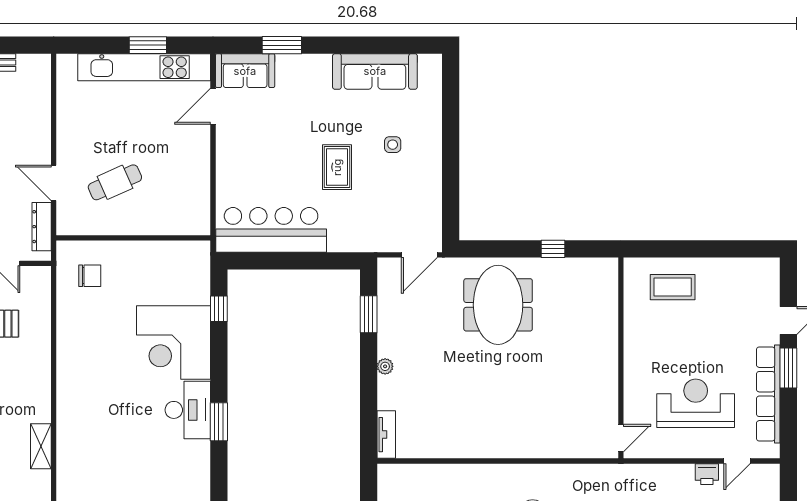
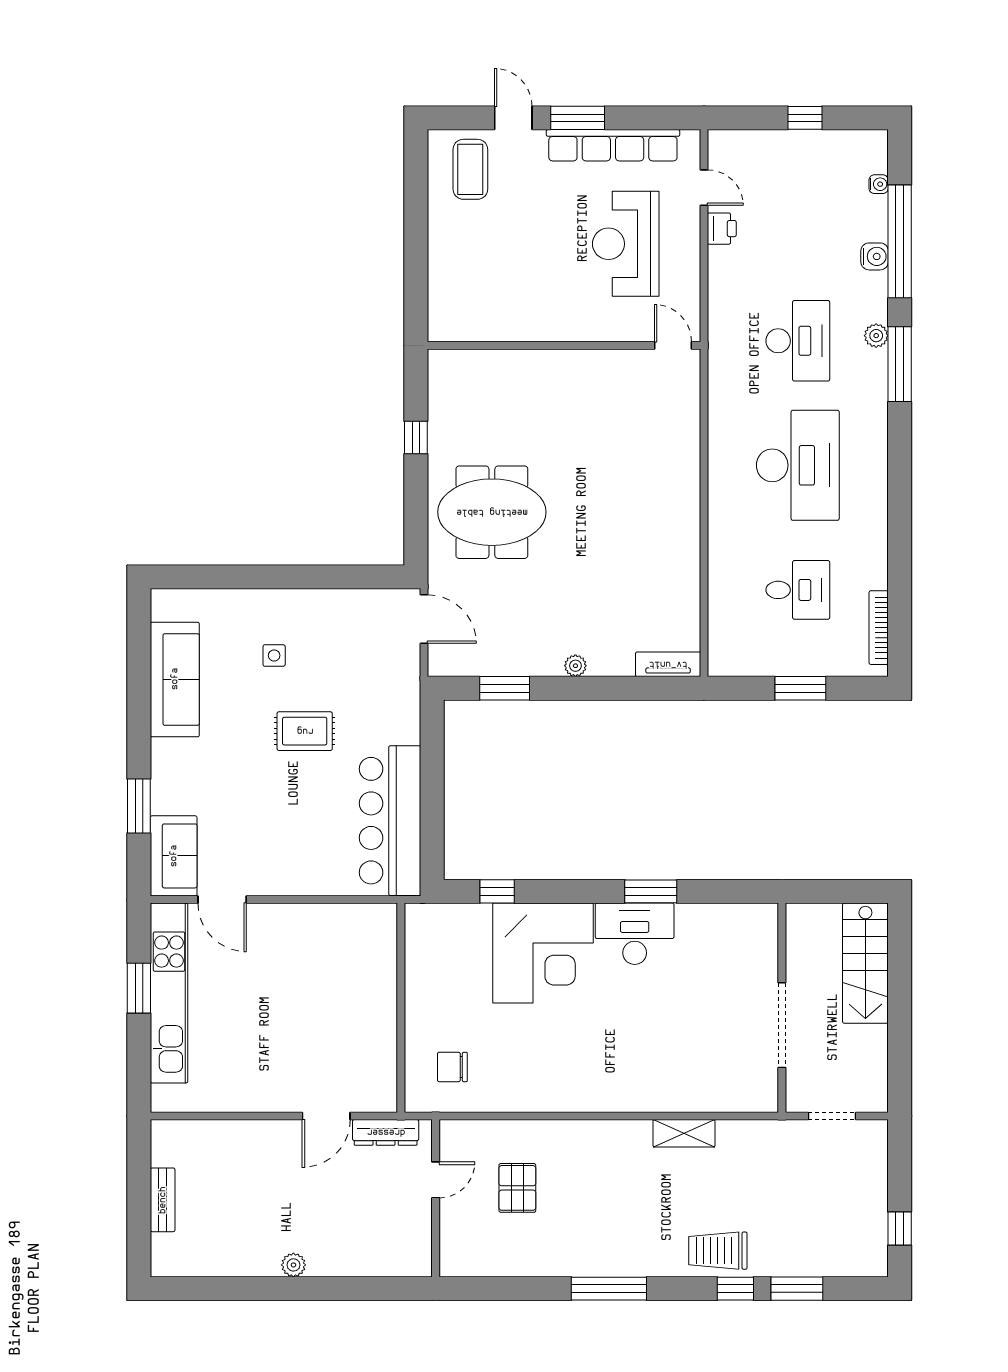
cafe table: (115, 182) -> (325, 1033), removed
chair: (90, 276) -> (452, 1067), turned -90
coffee table: (673, 287) -> (470, 169), moved

